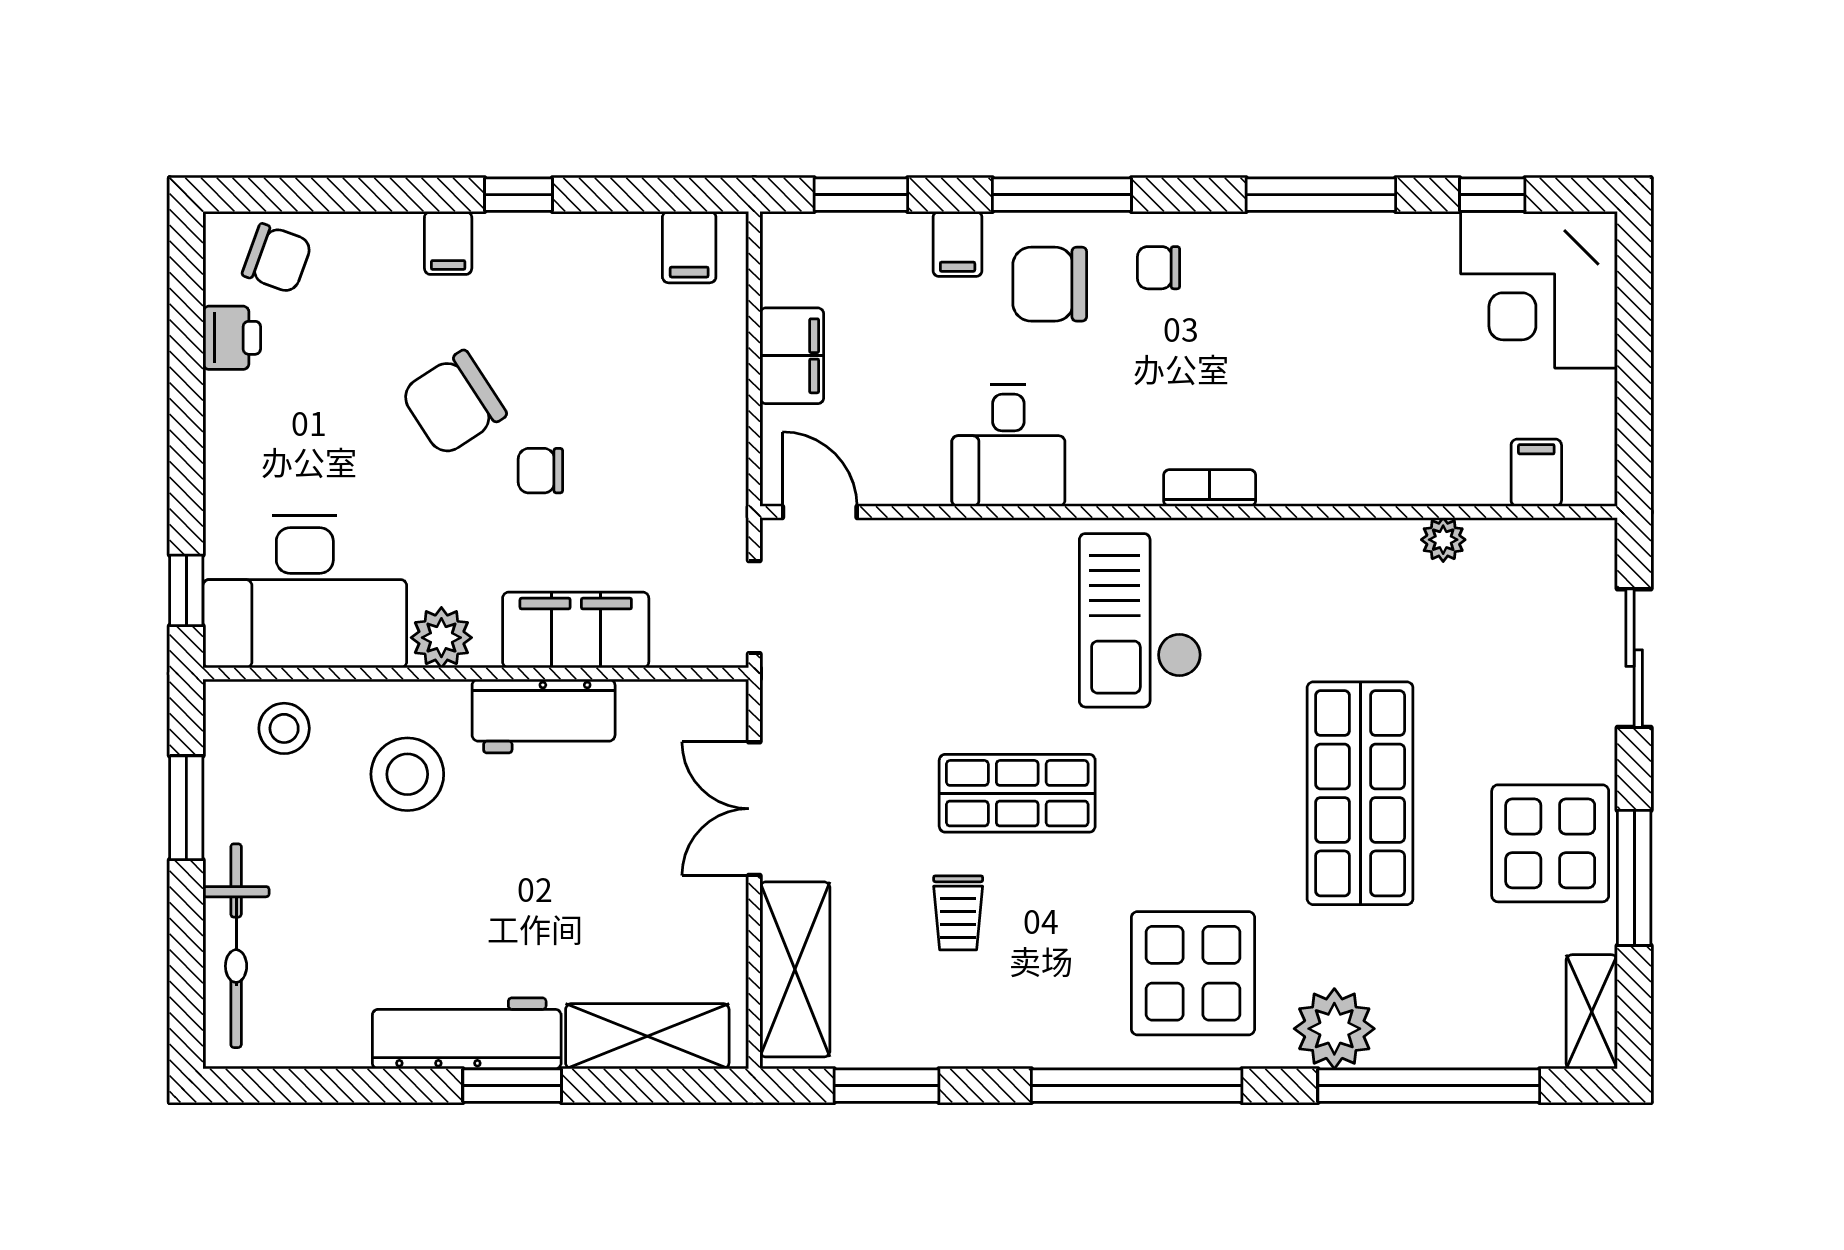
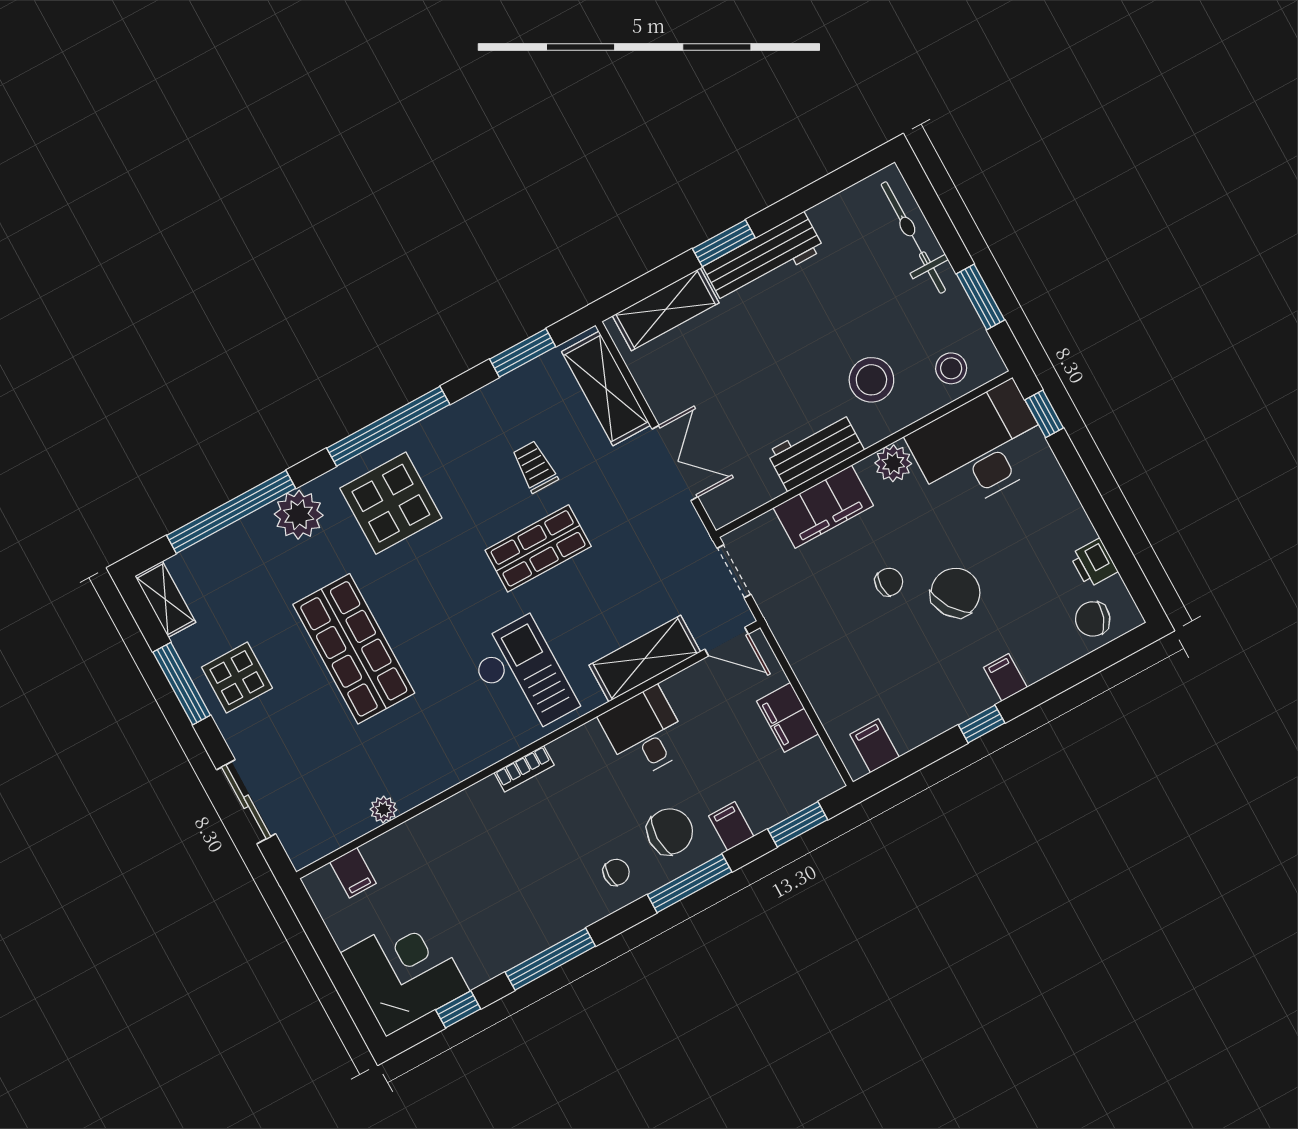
shelving: (950, 552) -> (645, 659), added
display table: (1550, 843) -> (237, 678), width x0.73, depth x0.73

